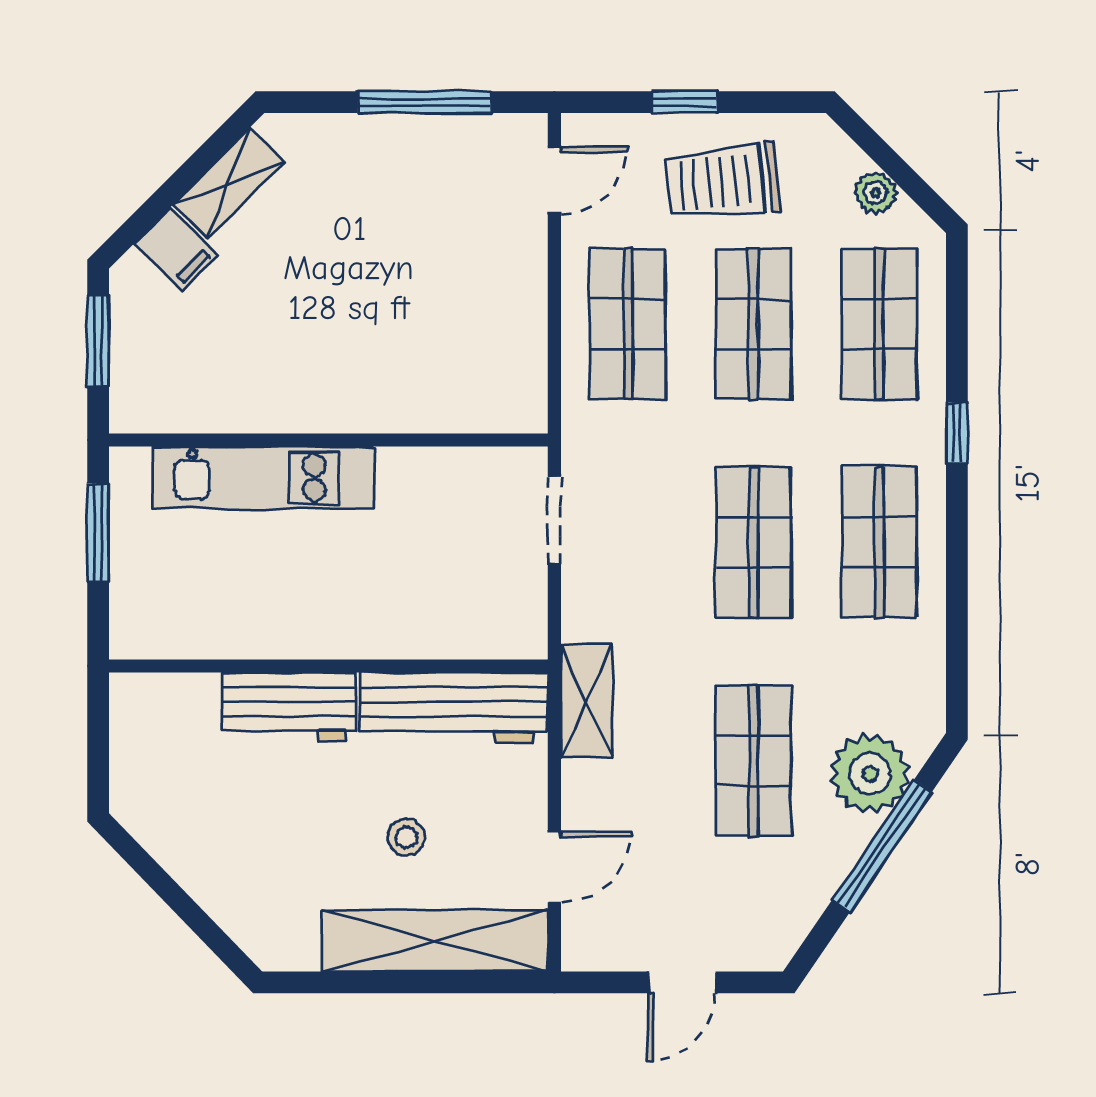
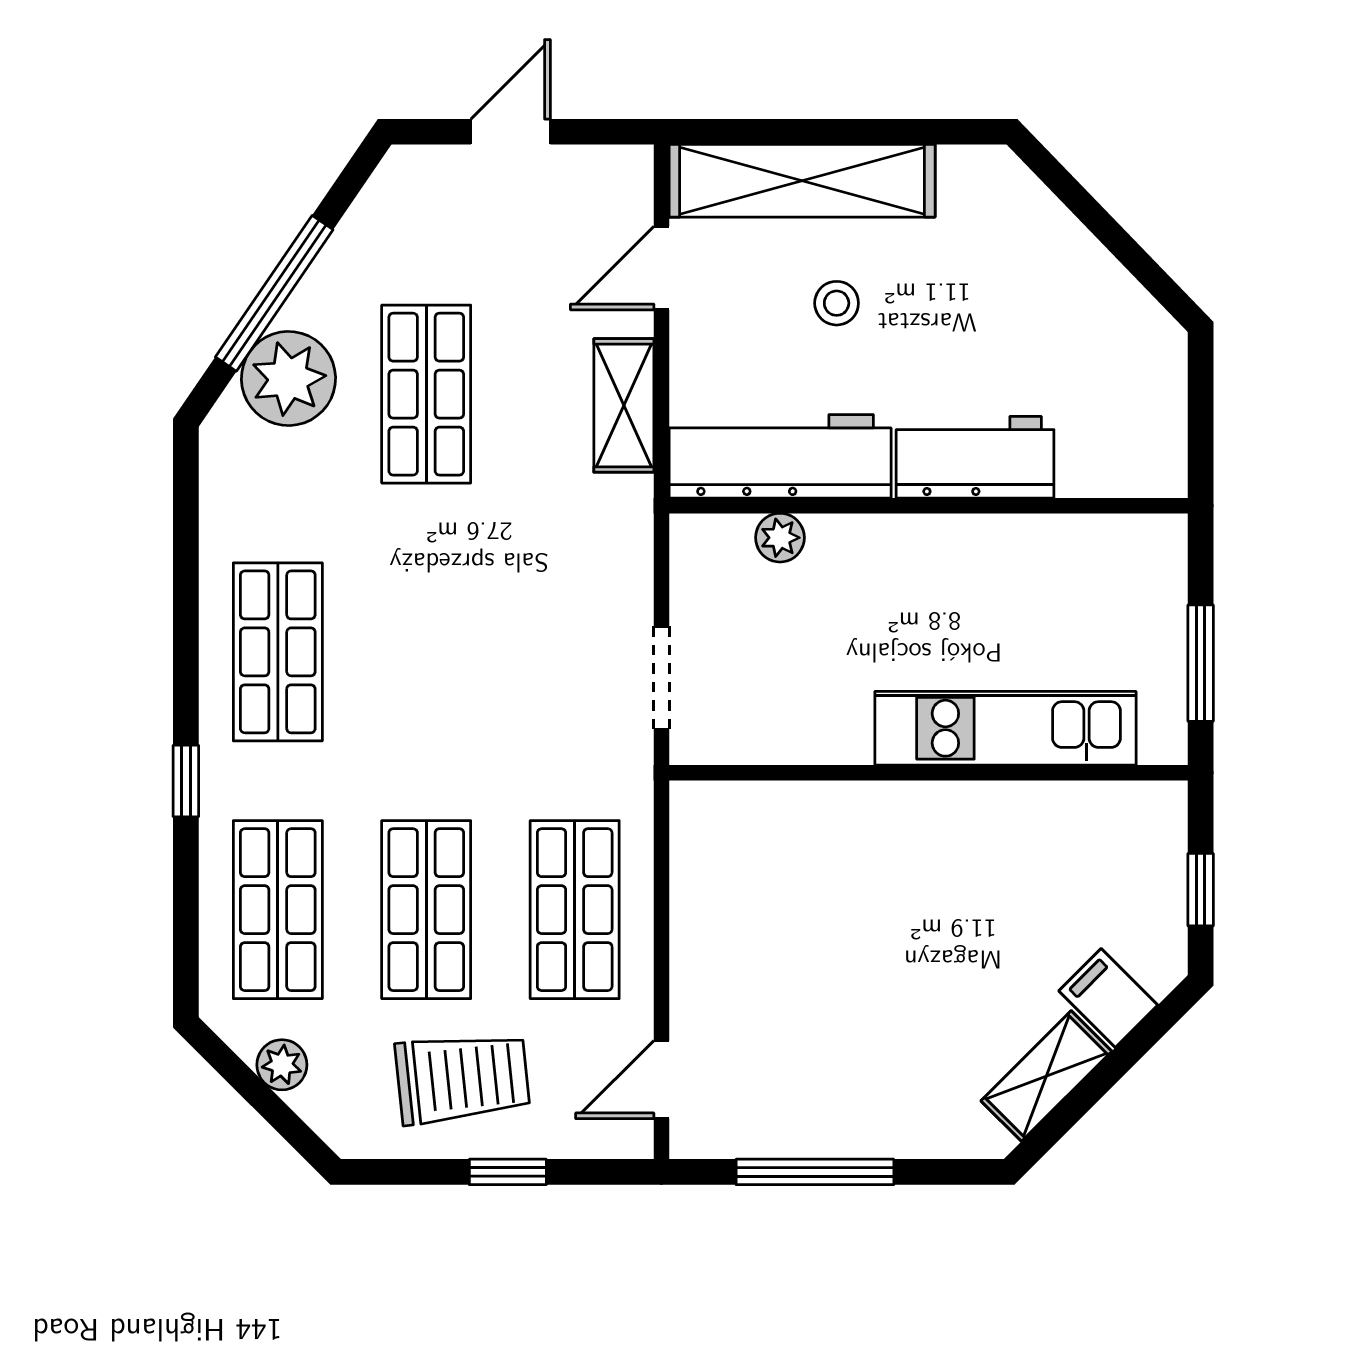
window: (98, 341) -> (1201, 890), width x0.67
shop shelf: (753, 542) -> (426, 652), removed
plant: (454, 639) -> (780, 538), added
shelving: (586, 701) -> (624, 405), moved

